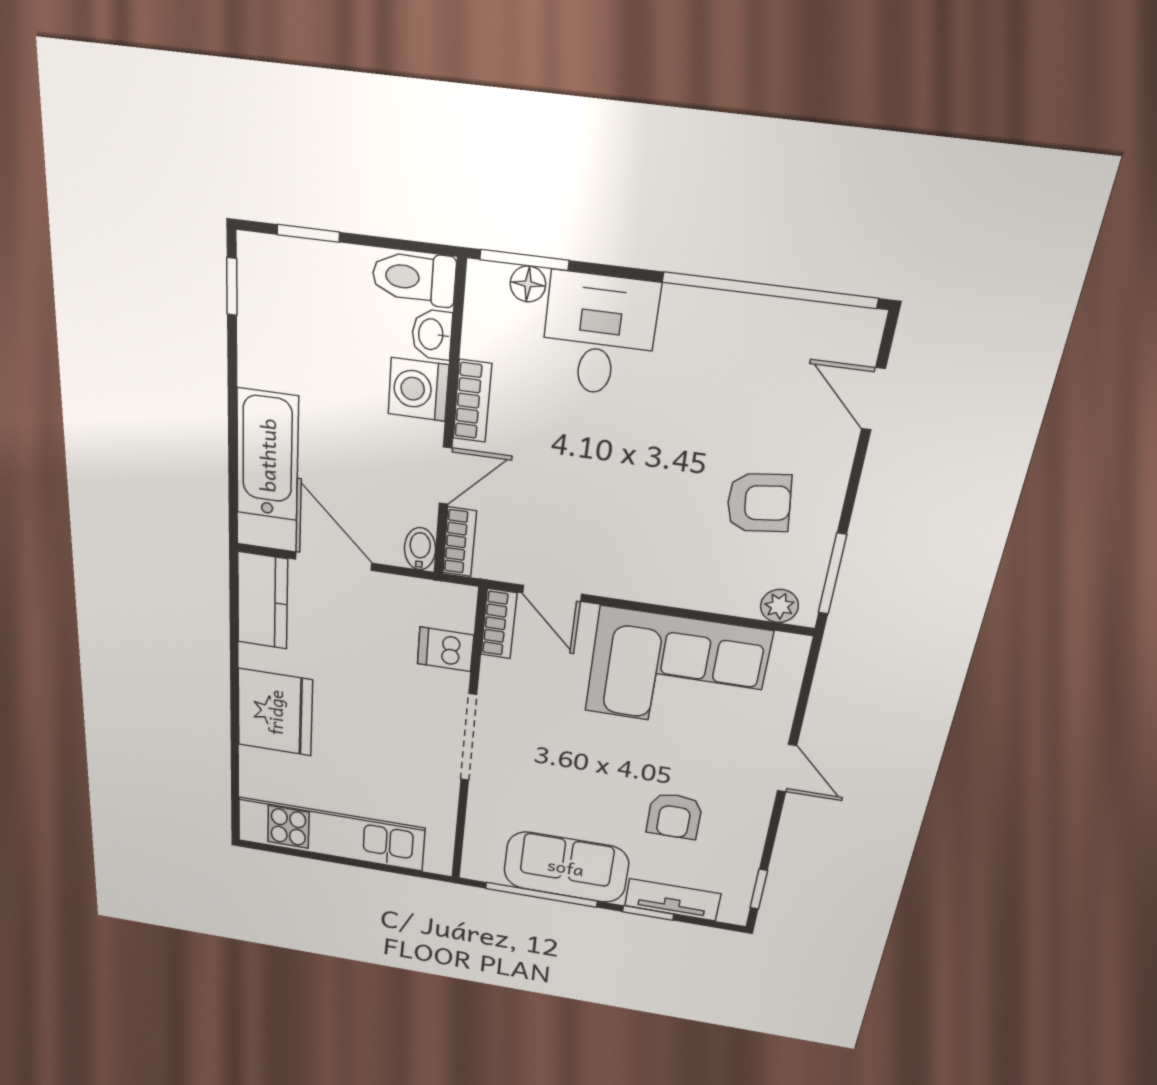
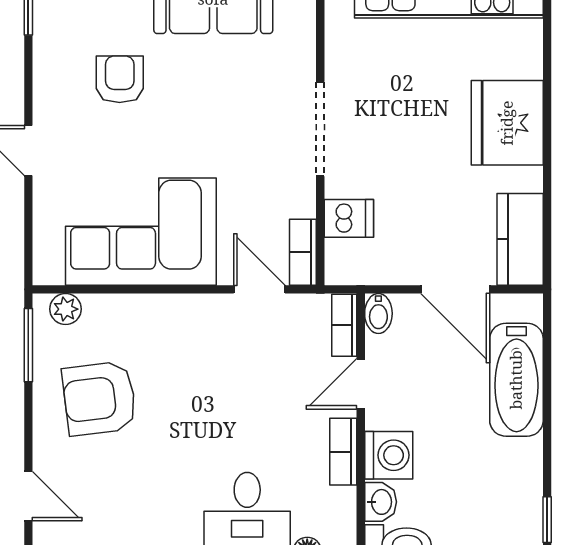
armchair: (759, 503) -> (99, 398), width x1.38, depth x1.38

